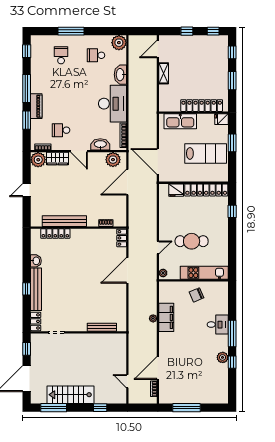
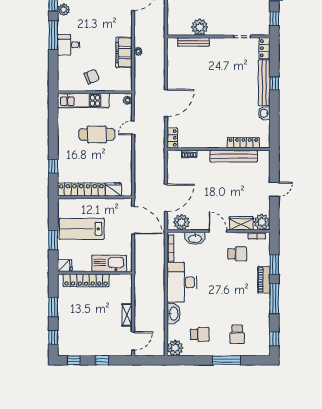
plant: (96, 341) -> (200, 27), added

